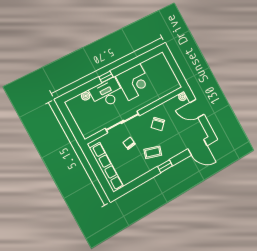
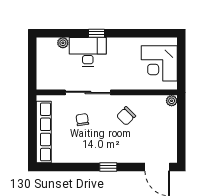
corner desk: (134, 82) -> (159, 63), moved, turned 90
door: (197, 109) -> (181, 123), removed
coffee table: (153, 152) -> (103, 144), removed

